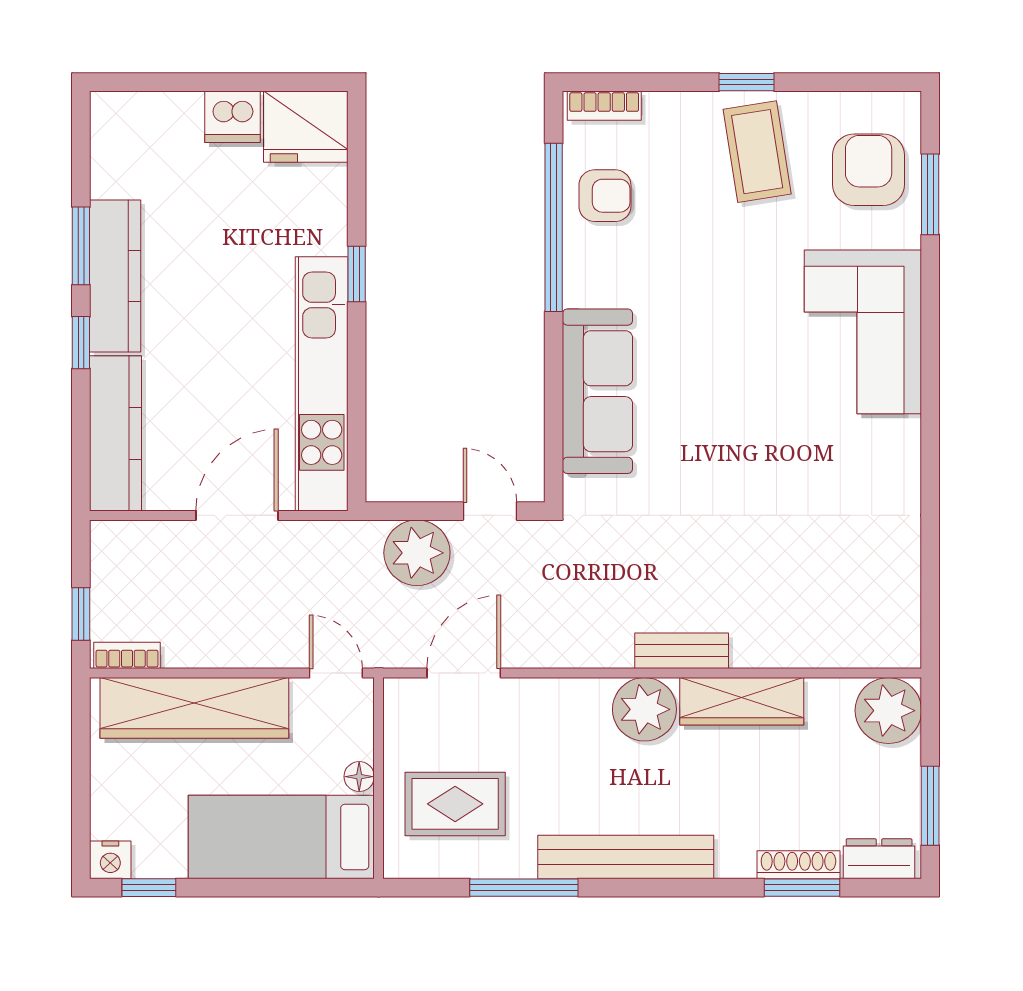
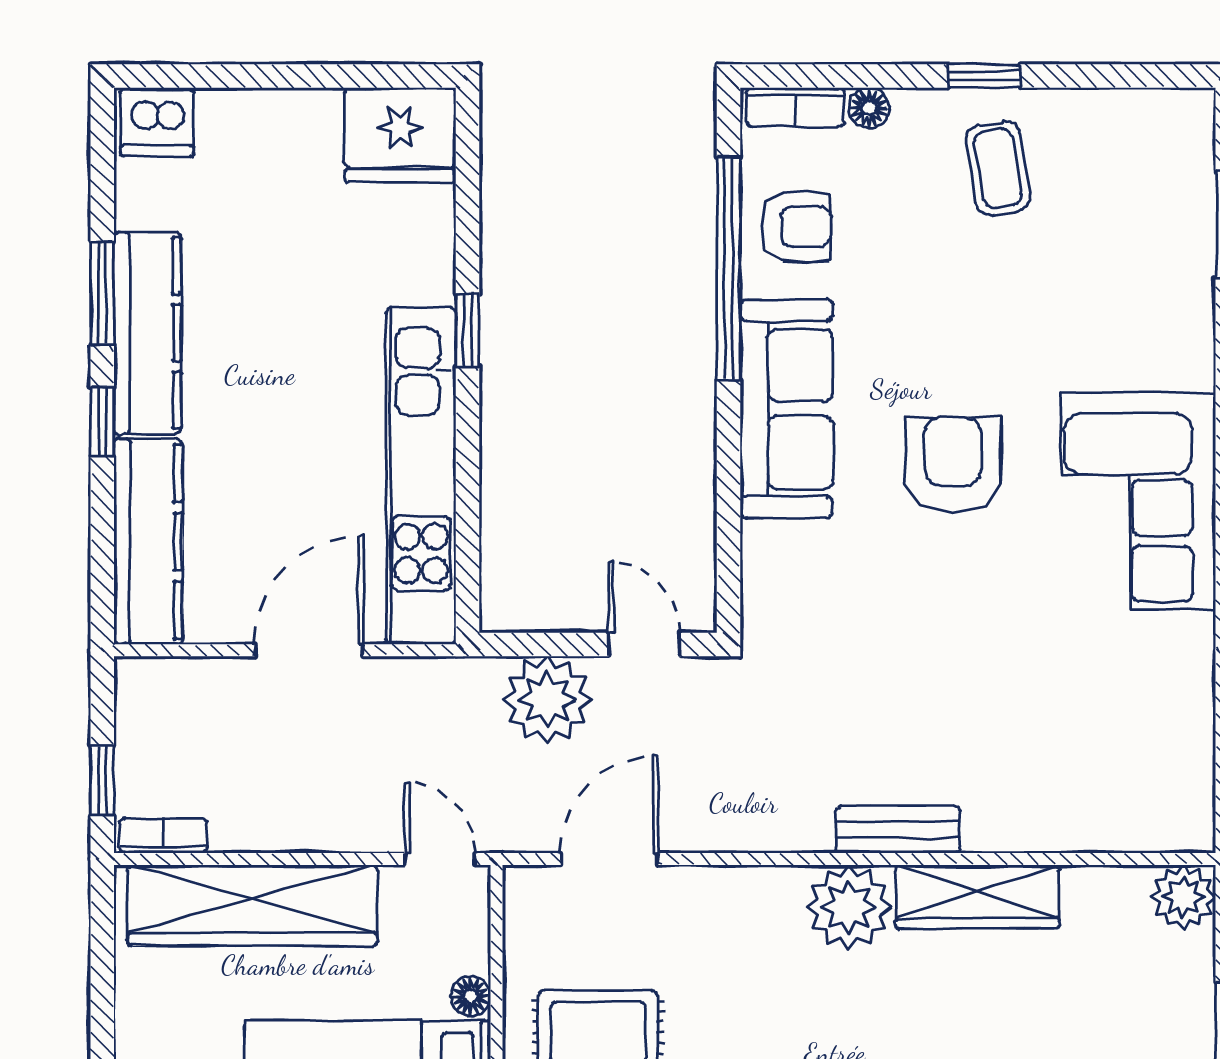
floor lamp: (660, 106) -> (869, 108), added
dishwasher: (232, 117) -> (157, 122), moved
coffee table: (757, 152) -> (998, 168), width x0.73, depth x0.77
armchair: (869, 170) -> (953, 465), moved
corner sofa: (863, 332) -> (1138, 500), moved
sofa: (597, 391) -> (786, 409), moved
plant: (888, 711) -> (1183, 897), width x0.73, depth x0.73

